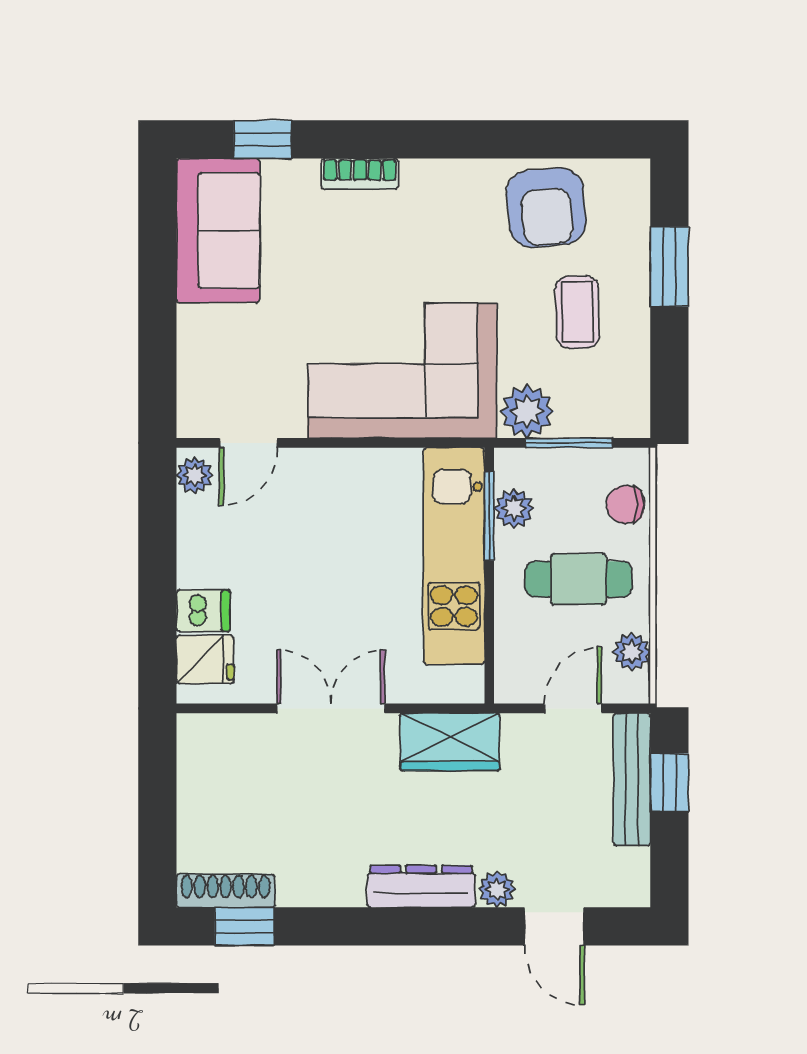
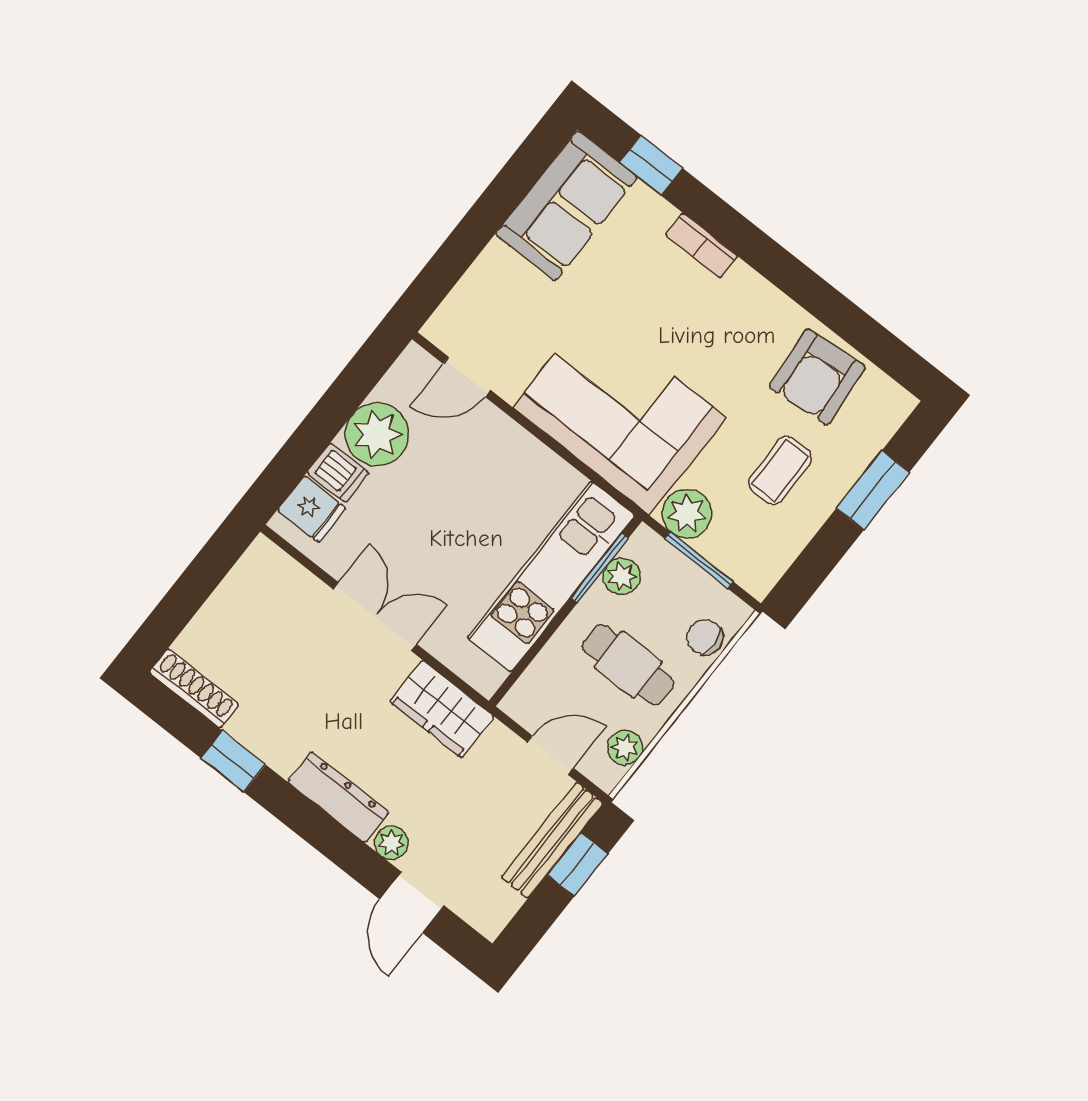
plant: (195, 475) -> (377, 434), moved, width x1.88, depth x1.88
window: (244, 926) -> (233, 761), moved

